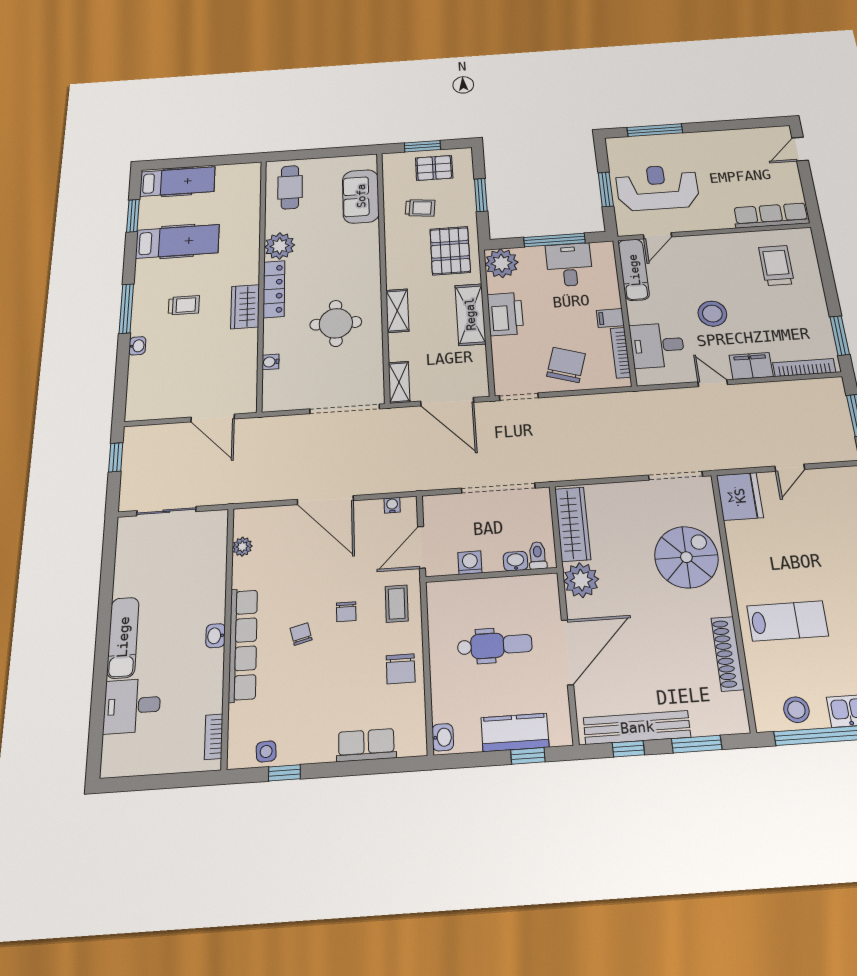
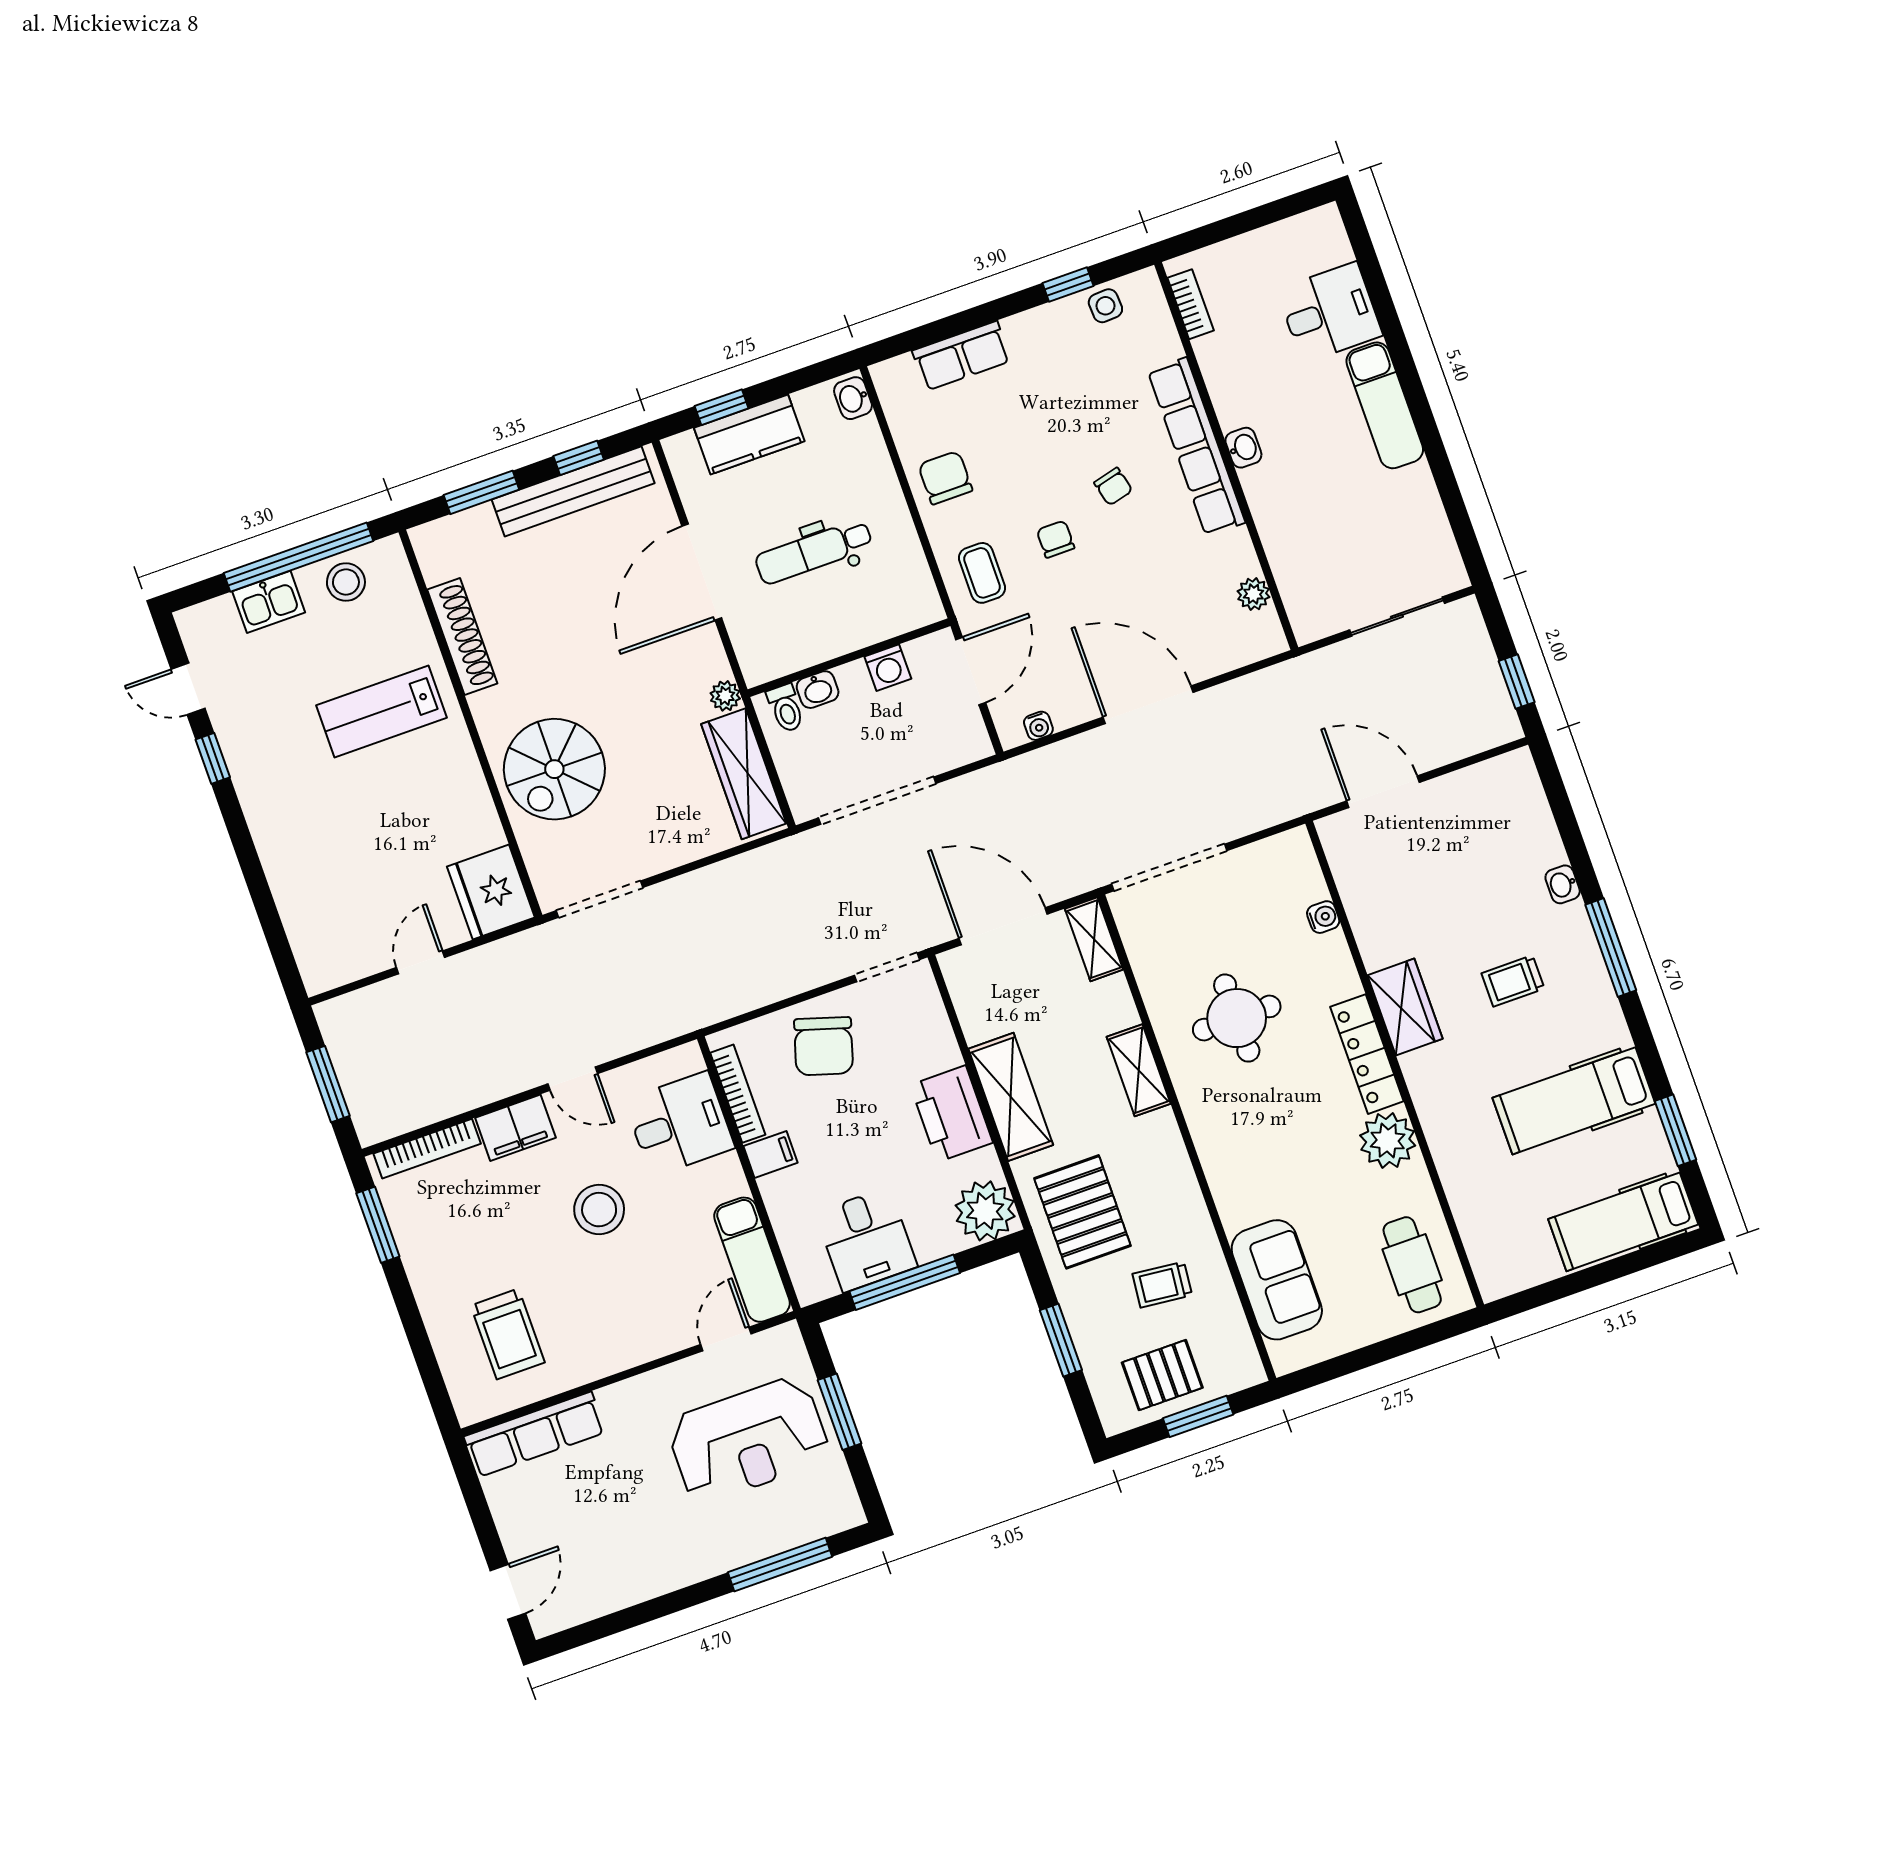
plant: (581, 580) -> (725, 696), width x0.53, depth x0.53

